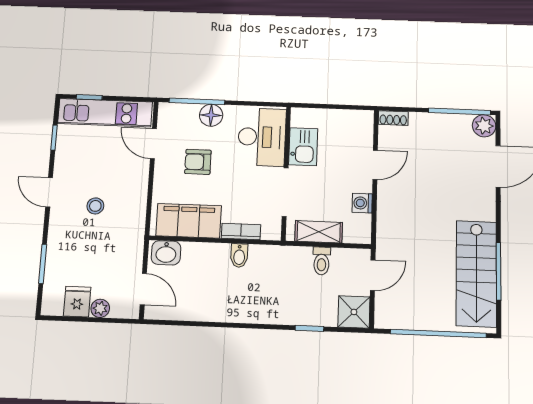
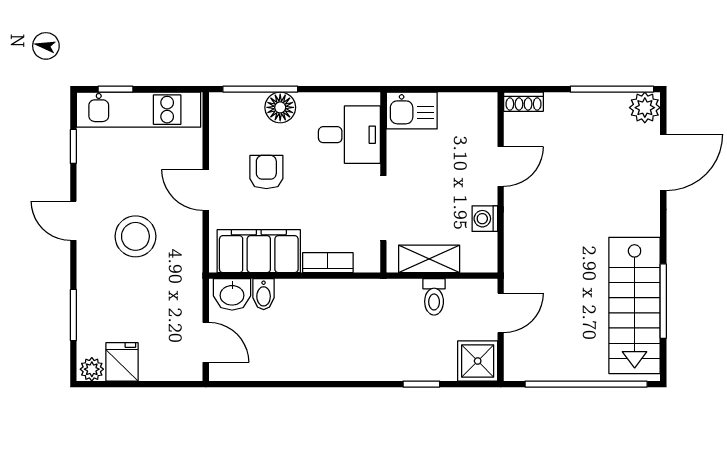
desk: (262, 137) -> (349, 135), width x0.73
door: (153, 144) -> (206, 190), moved
kitchen sink: (303, 147) -> (412, 110), moved, turned 90
armchair: (198, 162) -> (266, 172), turned 90
stool: (95, 206) -> (135, 236), width x1.89, depth x1.89
bidet: (239, 256) -> (264, 294), moved
plant: (100, 308) -> (92, 369), moved

